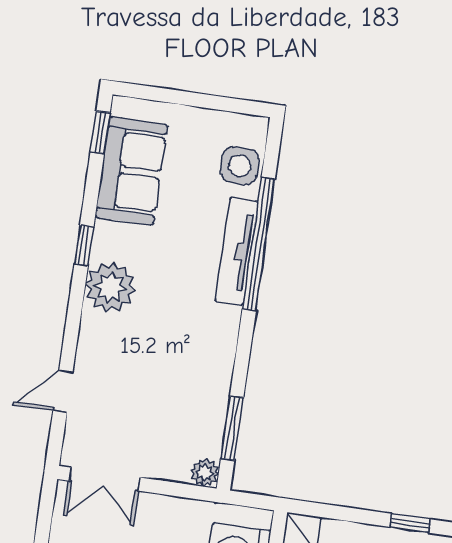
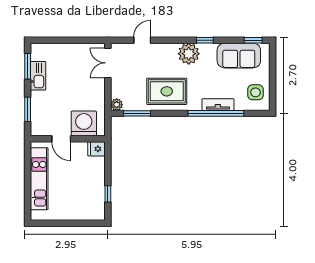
side table: (240, 166) -> (255, 92), moved
tv unit: (237, 251) -> (218, 105), width x0.71
rug: (191, 351) -> (167, 91), added
door: (63, 391) -> (142, 40), hinge flipped

